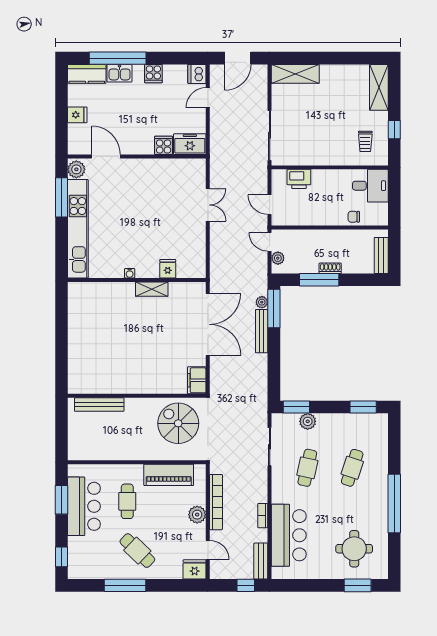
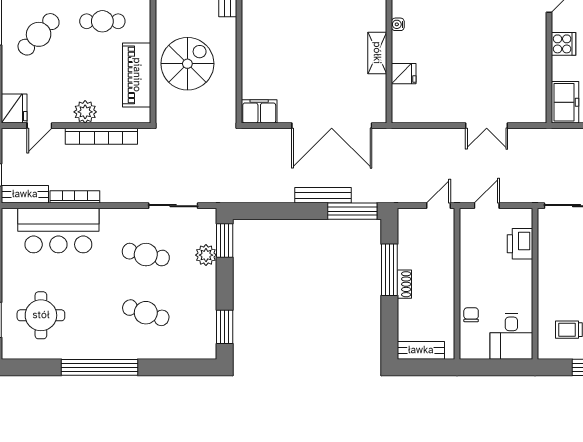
cooker: (164, 145) -> (564, 44), moved
plant: (278, 258) -> (417, 216), removed
plant: (262, 302) -> (360, 196), removed
spiral stairs: (178, 423) -> (187, 64), moved
bookcase: (263, 516) -> (75, 197), width x1.56

